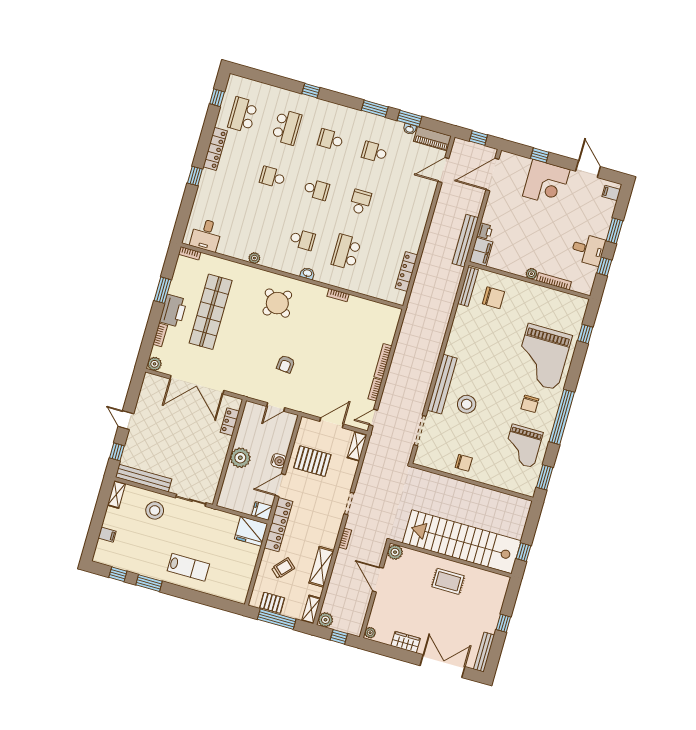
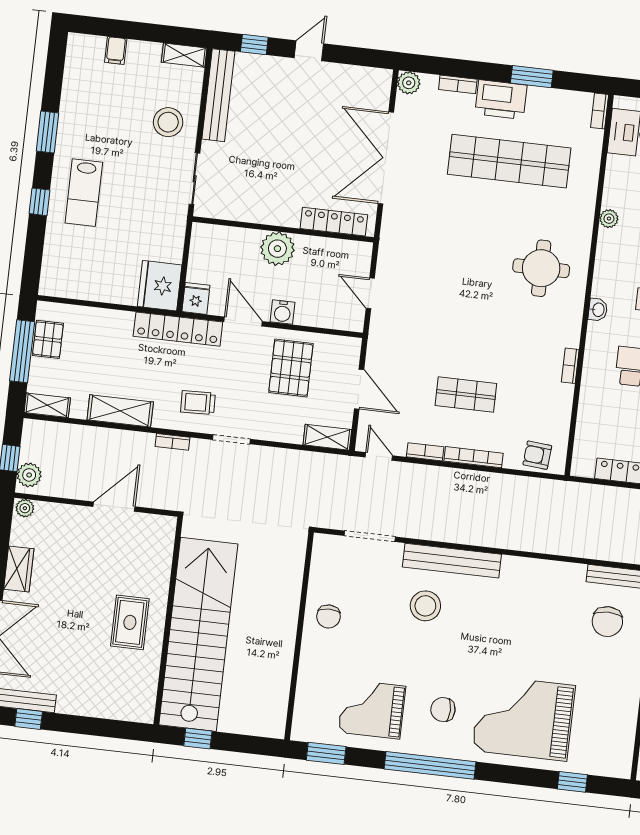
round table: (277, 303) -> (541, 268), turned -36
shop shelf: (345, 360) -> (466, 394), added
armchair: (286, 364) -> (537, 455), moved
locker: (230, 422) -> (334, 222), width x1.53
plant: (395, 552) -> (164, 528), removed
trolley: (283, 568) -> (198, 403), moved, turned 136
window: (118, 574) -> (39, 202), moved
plant: (325, 620) -> (29, 475), moved
window: (503, 623) -> (29, 719), moved

